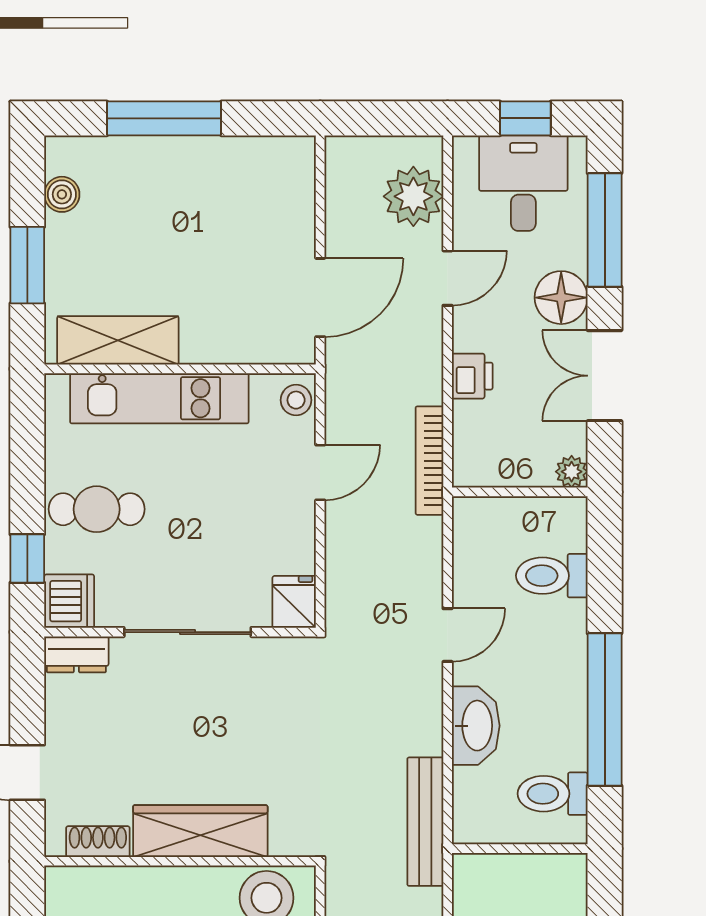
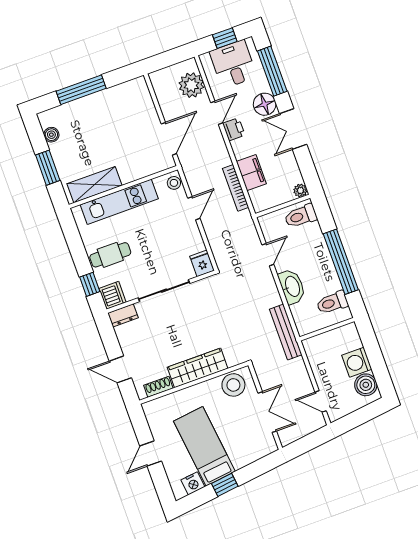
printer: (472, 376) -> (234, 129), moved
filing cabinet: (477, 439) -> (251, 173), added
plant: (572, 472) -> (300, 190), moved
wall: (520, 492) -> (283, 206), moved

